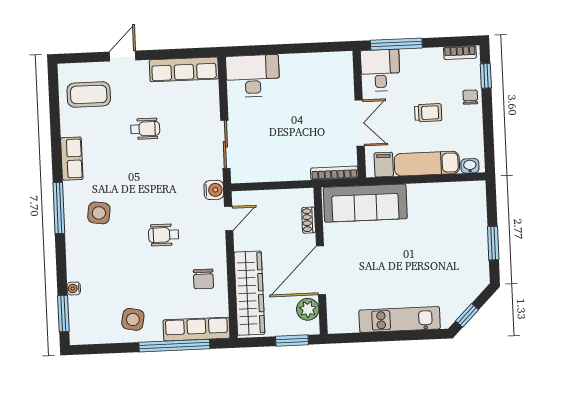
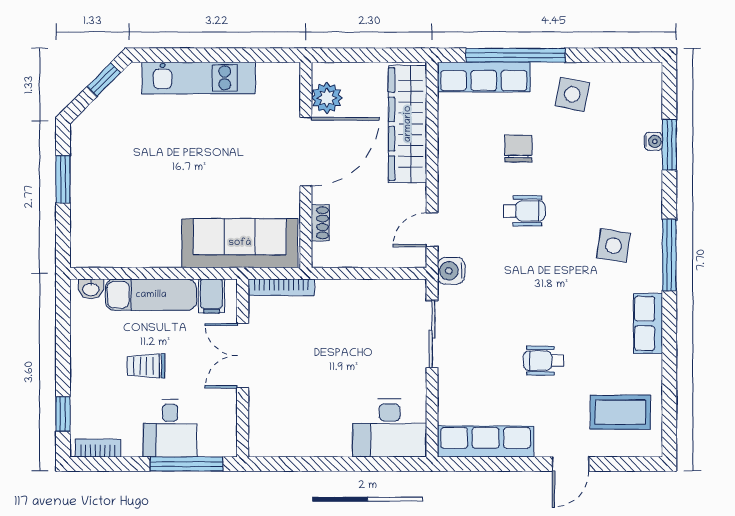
desk: (380, 70) -> (170, 428), moved
chair: (470, 97) -> (86, 385), removed
chair: (203, 279) -> (518, 149), moved
window: (63, 314) -> (669, 145), moved
window: (292, 340) -> (351, 55), removed

